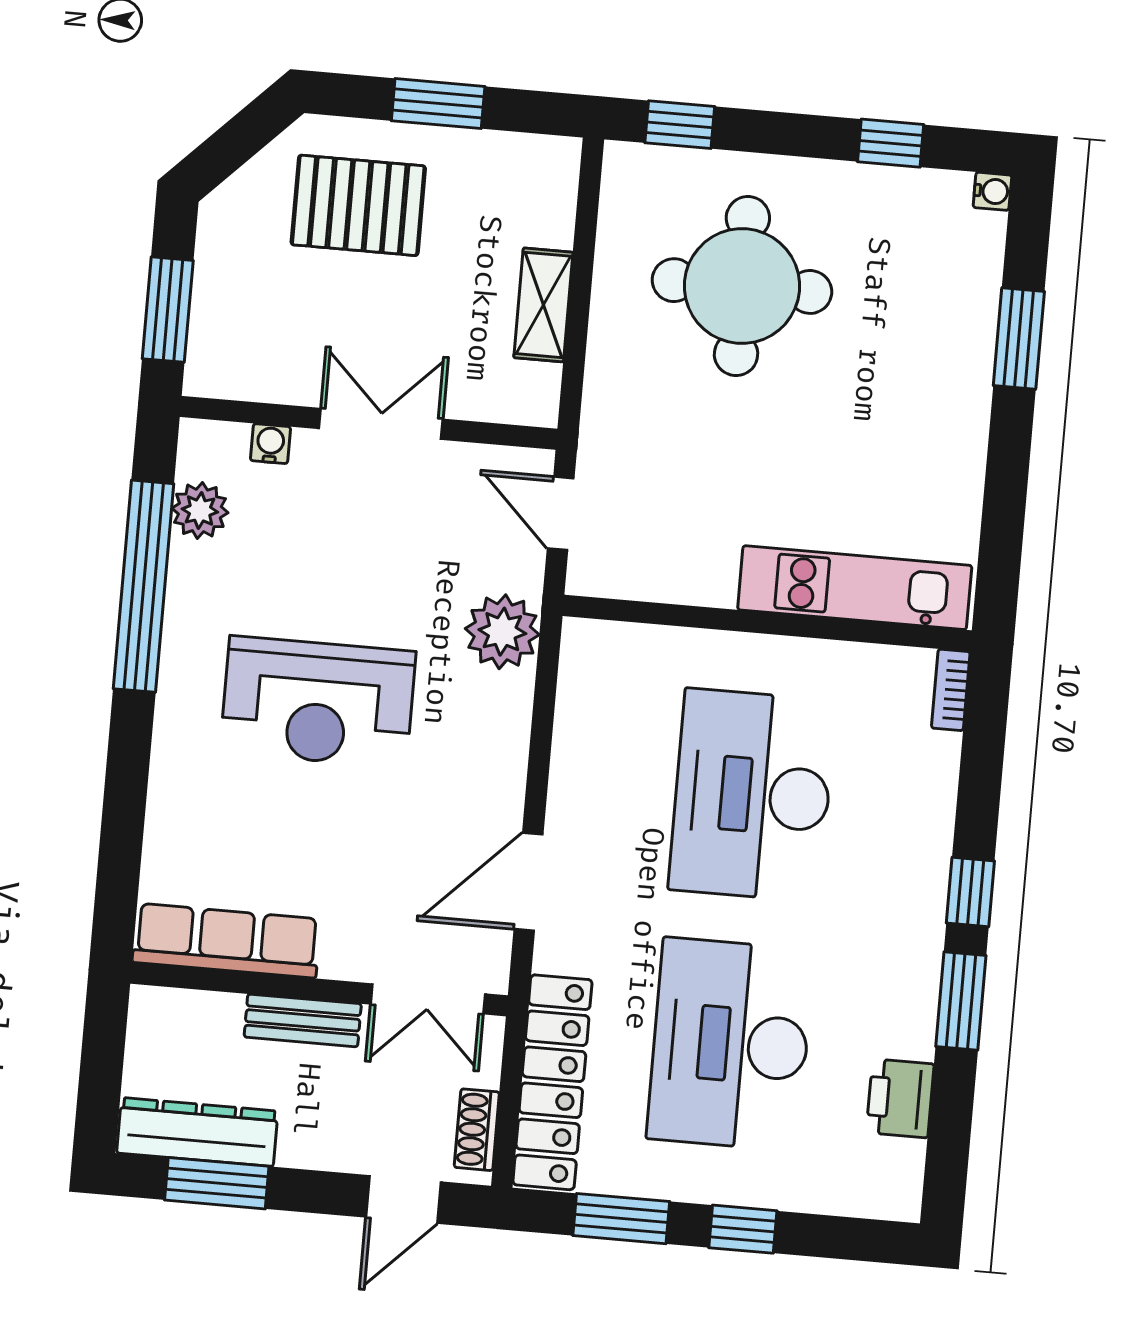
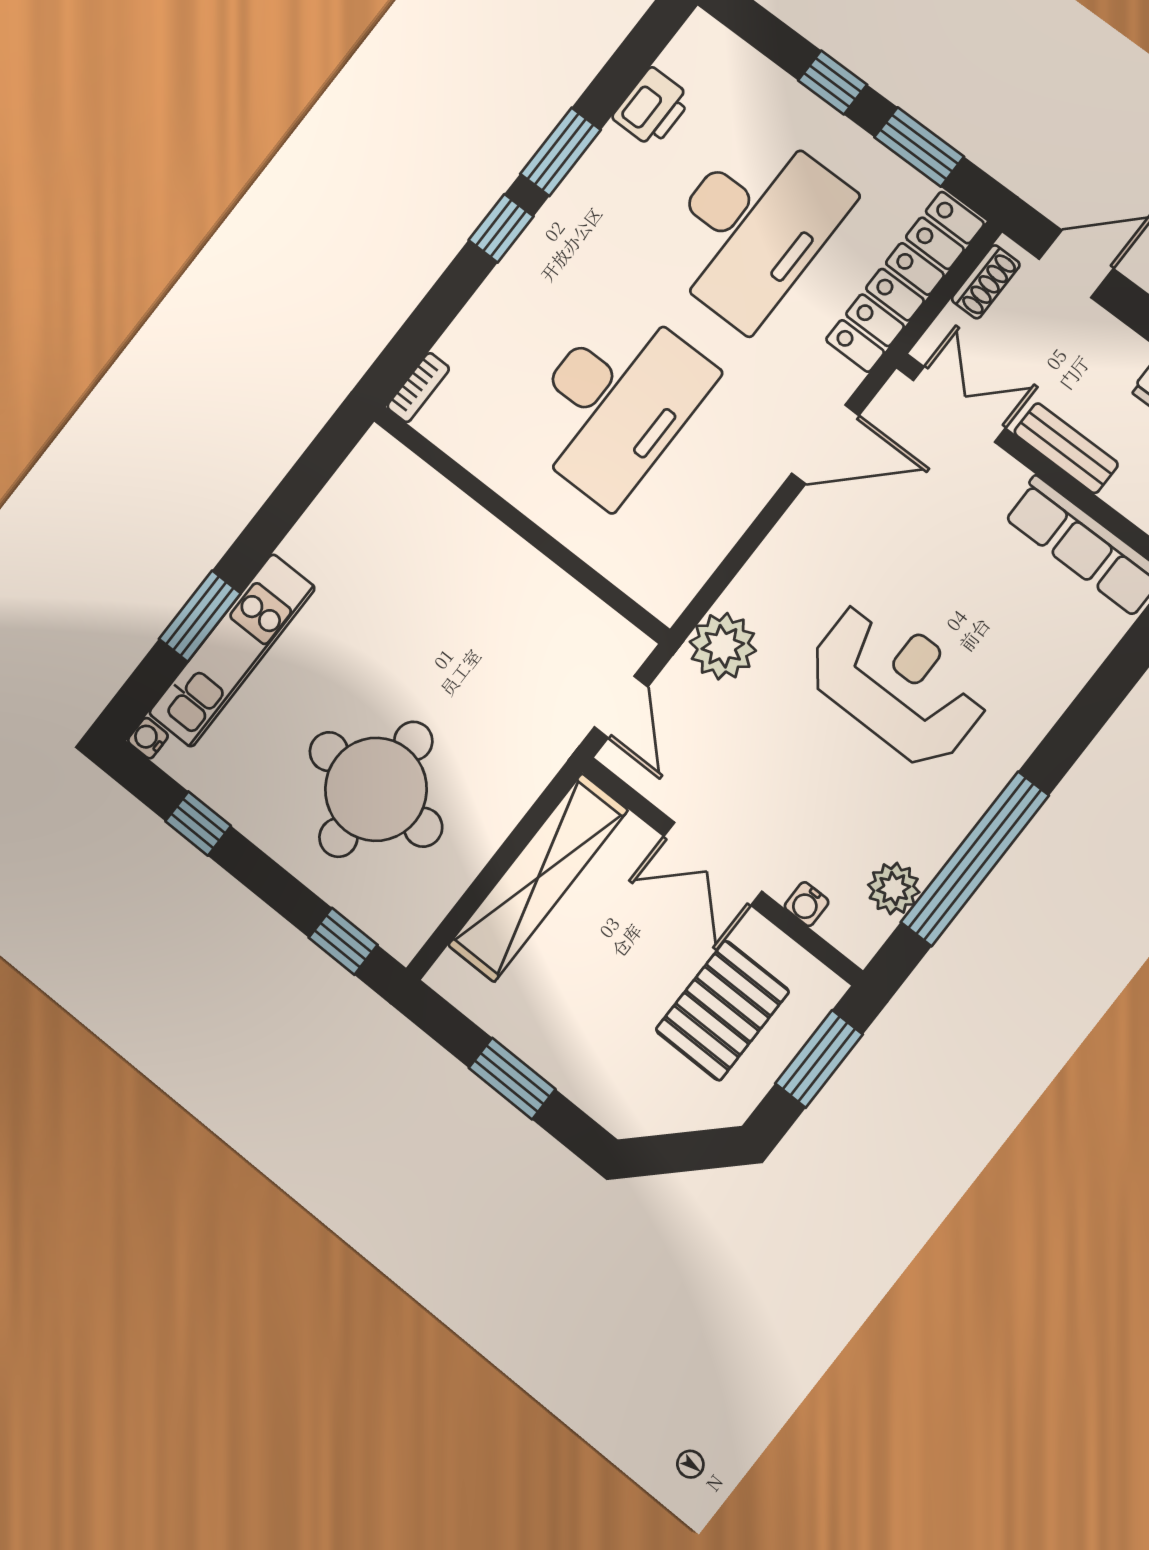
pallet: (358, 205) -> (722, 1011), moved, turned 90
shelving: (543, 305) -> (538, 878), width x2.20, depth x1.33
kitchen unit: (855, 588) -> (232, 650), moved, turned -90

